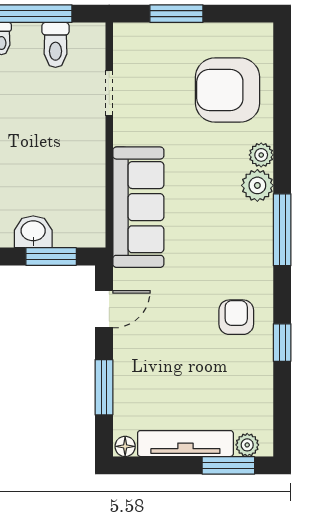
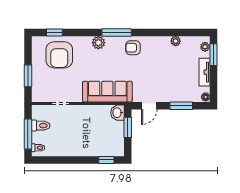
plant: (261, 155) -> (176, 41), moved
washbasin: (33, 232) -> (117, 113), moved
door: (104, 309) -> (149, 106), swing flipped
armchair: (236, 317) -> (133, 48), moved
window: (282, 343) -> (54, 32), moved
tv unit: (185, 444) -> (204, 72), width x0.71

